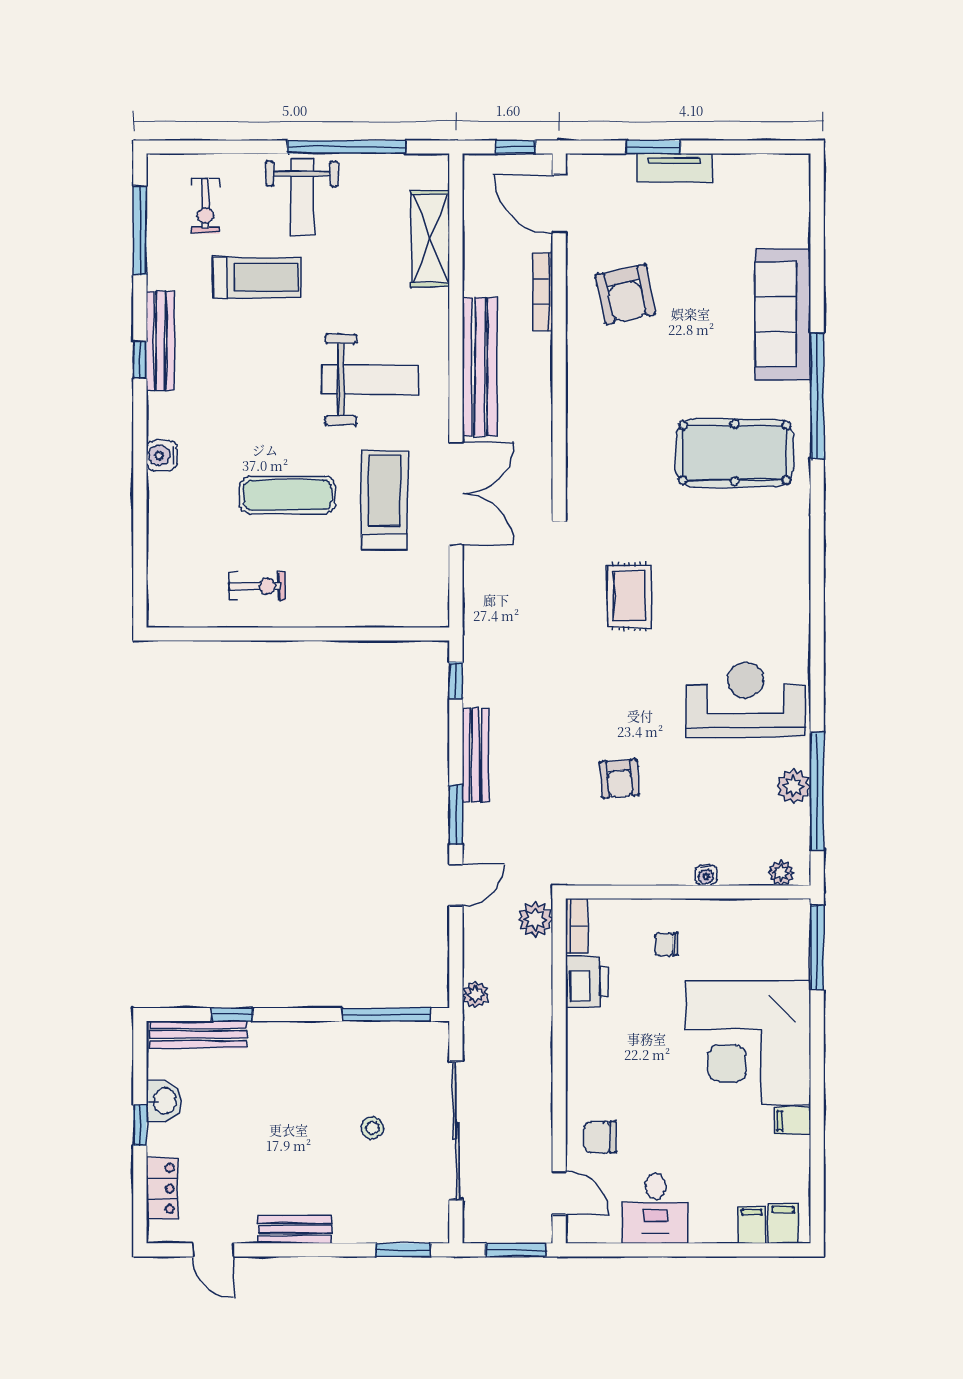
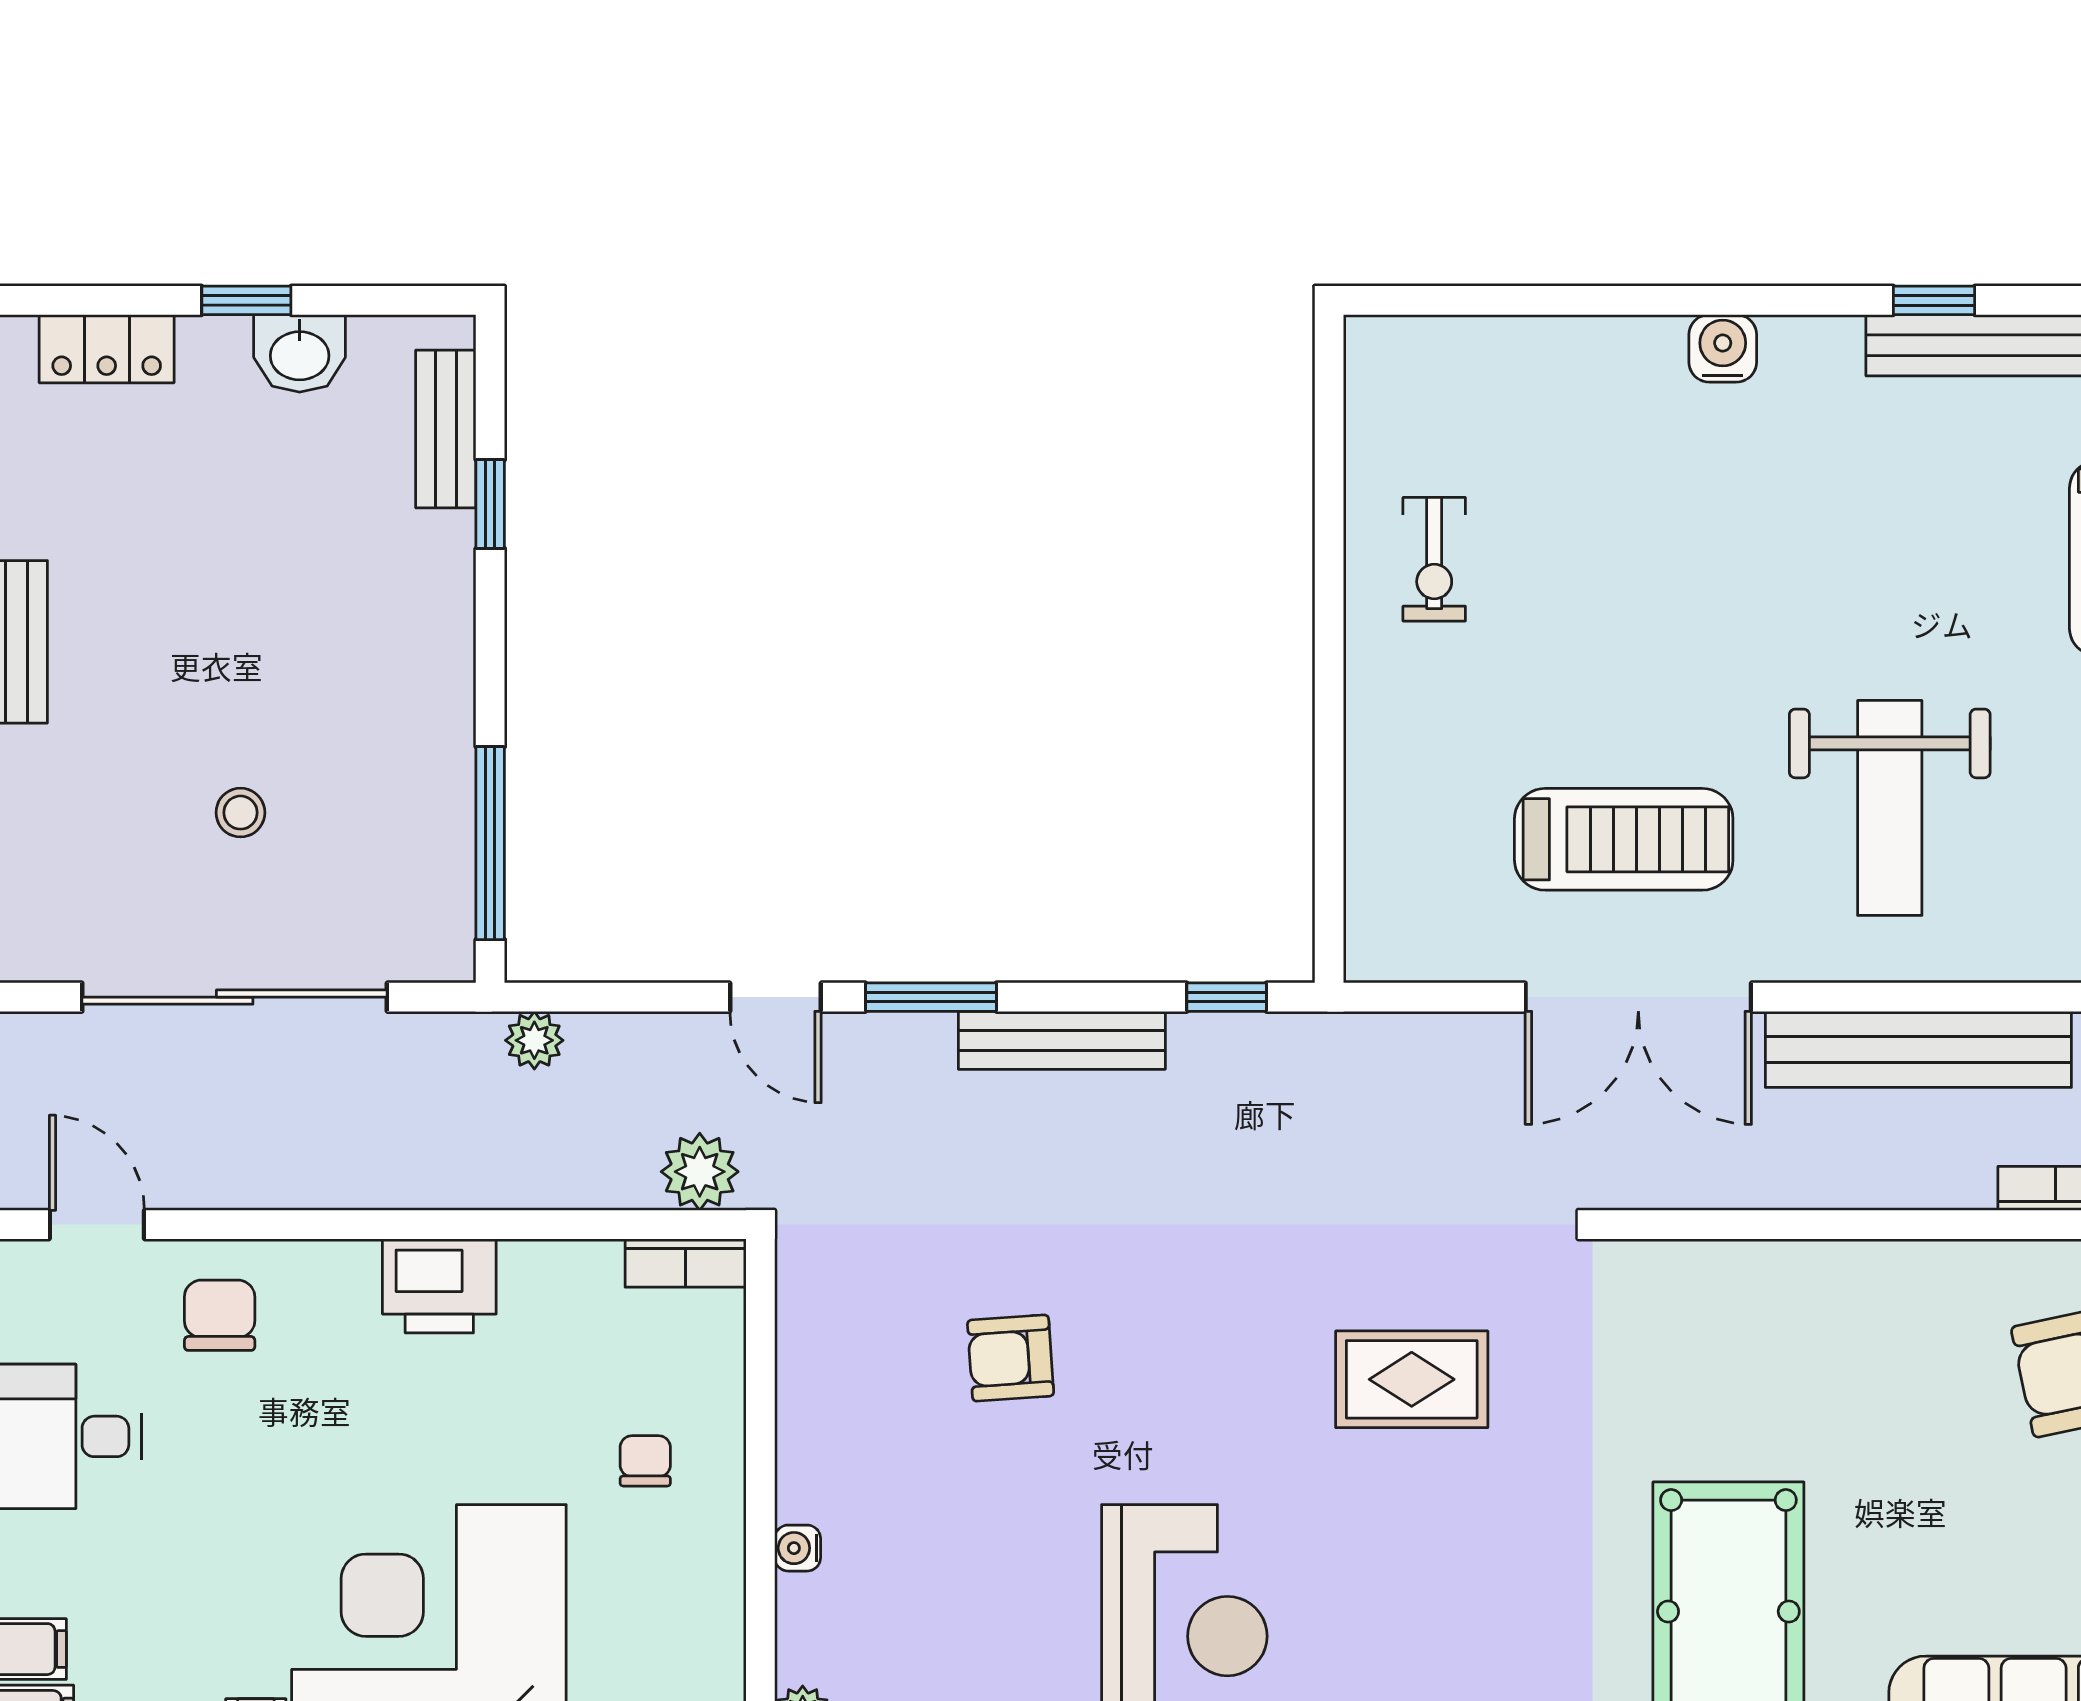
exercise mat: (287, 495) -> (1636, 626), removed
printer: (587, 982) -> (439, 1286), moved
bench: (198, 1035) -> (446, 429), width x0.73
door: (559, 1193) -> (97, 1225), swing flipped

